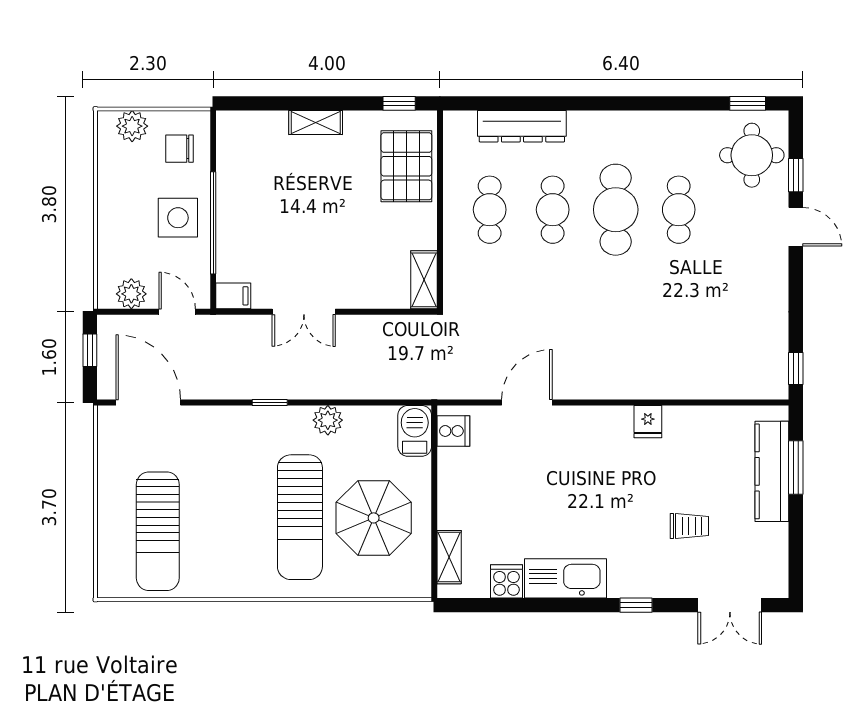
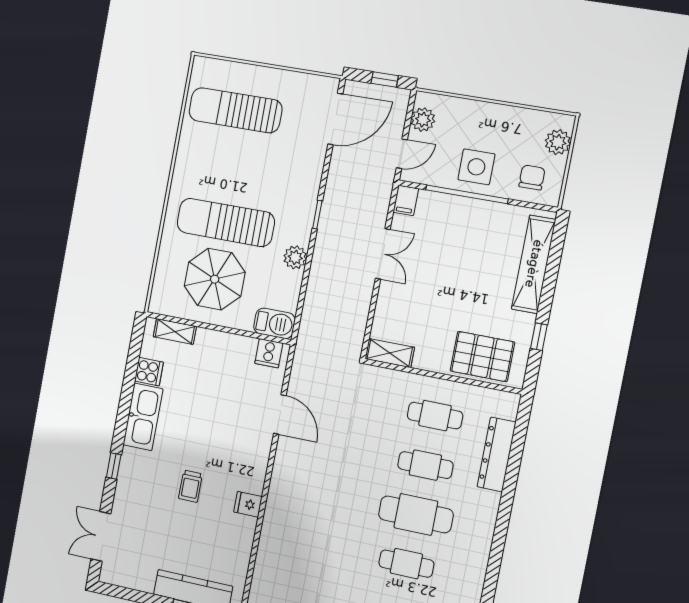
window: (399, 103) -> (539, 337), moved
shelving: (316, 122) -> (534, 264), width x2.20, depth x1.33
double door: (304, 312) -> (383, 254), swing flipped
trolley: (689, 526) -> (190, 486), moved

